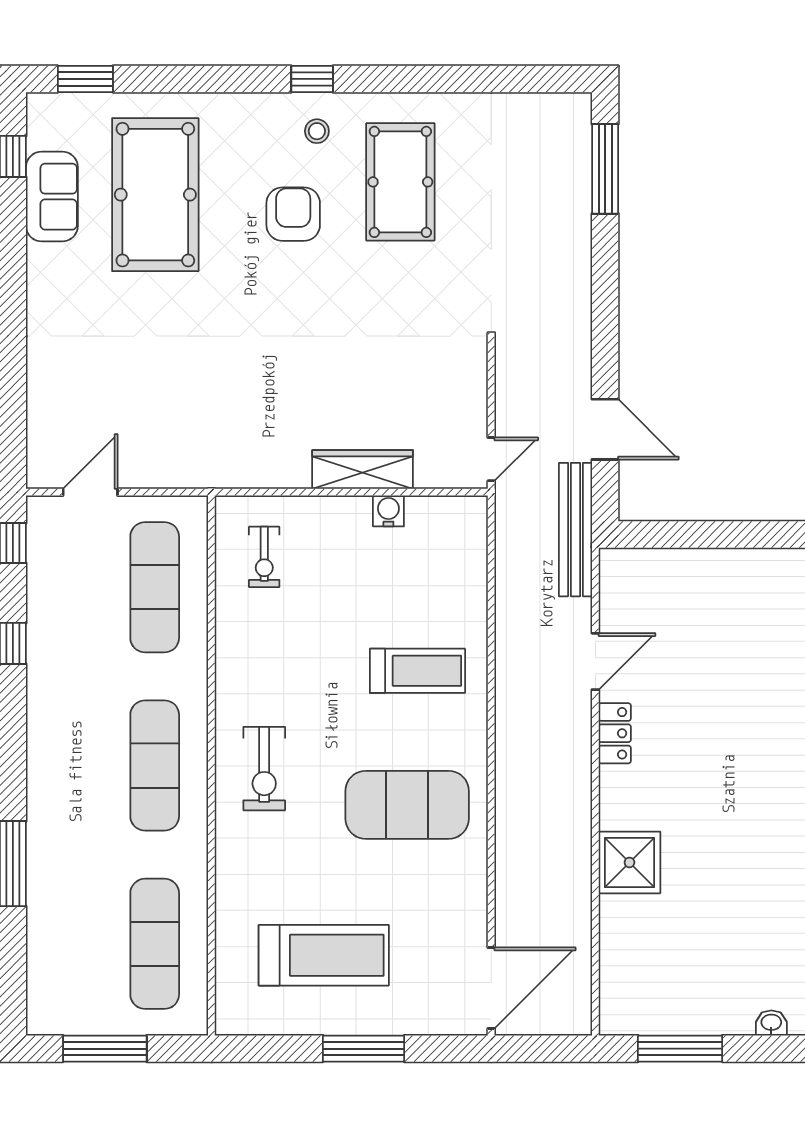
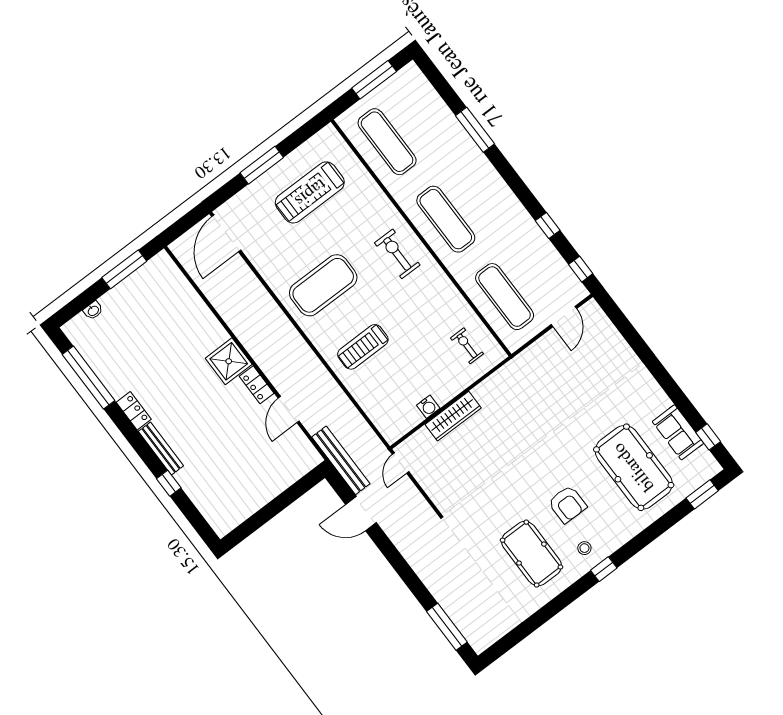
shower: (629, 862) -> (229, 361), moved

